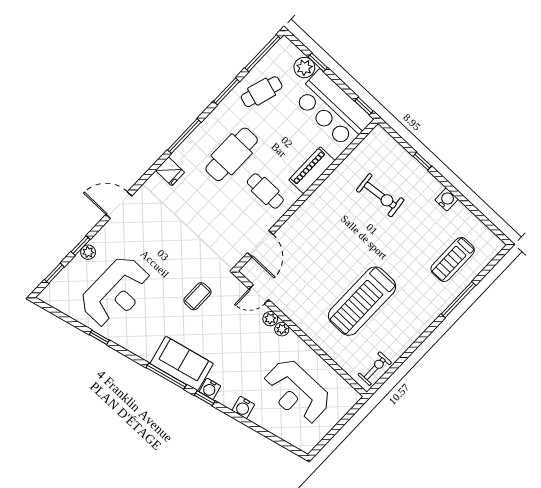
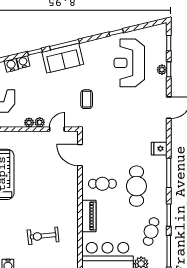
water cooler: (210, 389) -> (23, 62), moved

